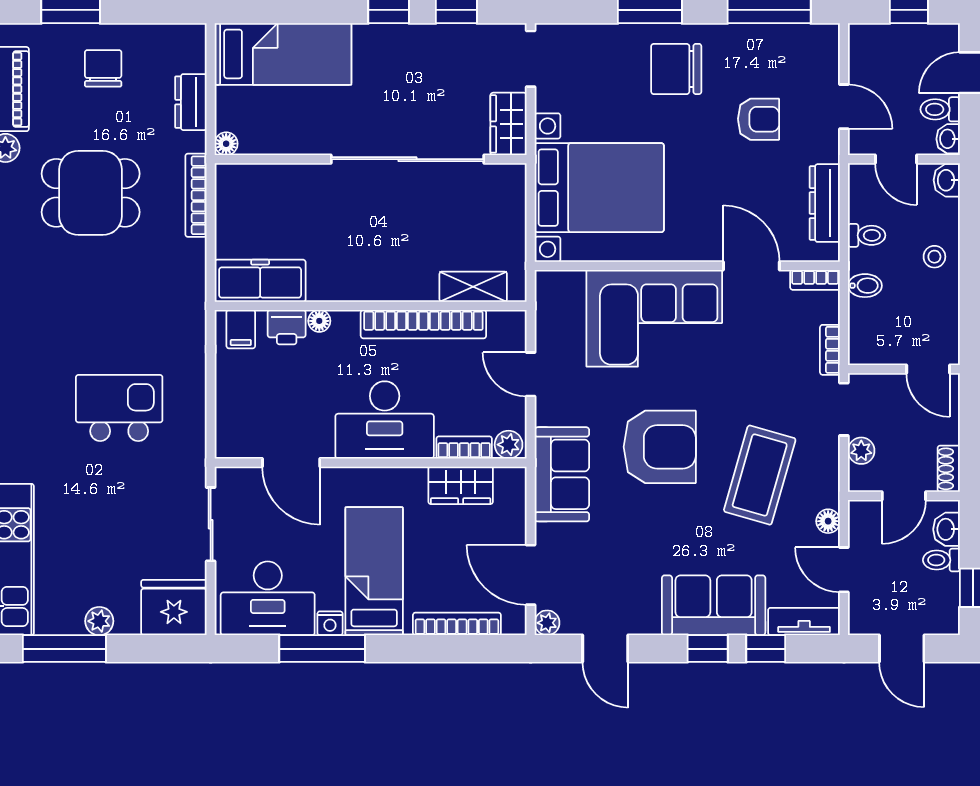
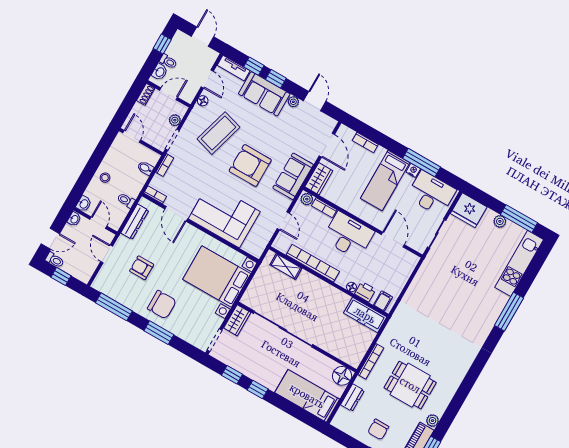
toilet: (940, 109) -> (55, 260), moved
floor lamp: (226, 144) -> (342, 376), width x1.89, depth x1.89
bidet: (865, 286) -> (145, 168), moved
kitchen island: (119, 408) -> (446, 298), removed
wardrobe: (461, 485) -> (319, 179), moved, turned 90
plant: (547, 623) -> (293, 102), moved
bookcase: (457, 624) -> (365, 143), width x0.64

